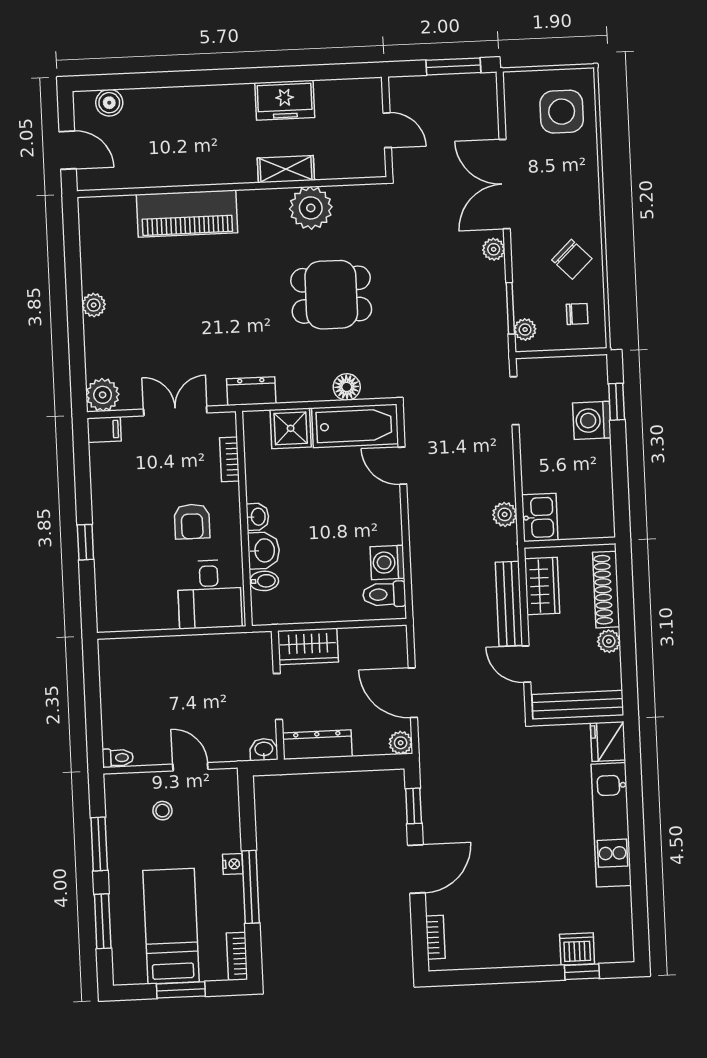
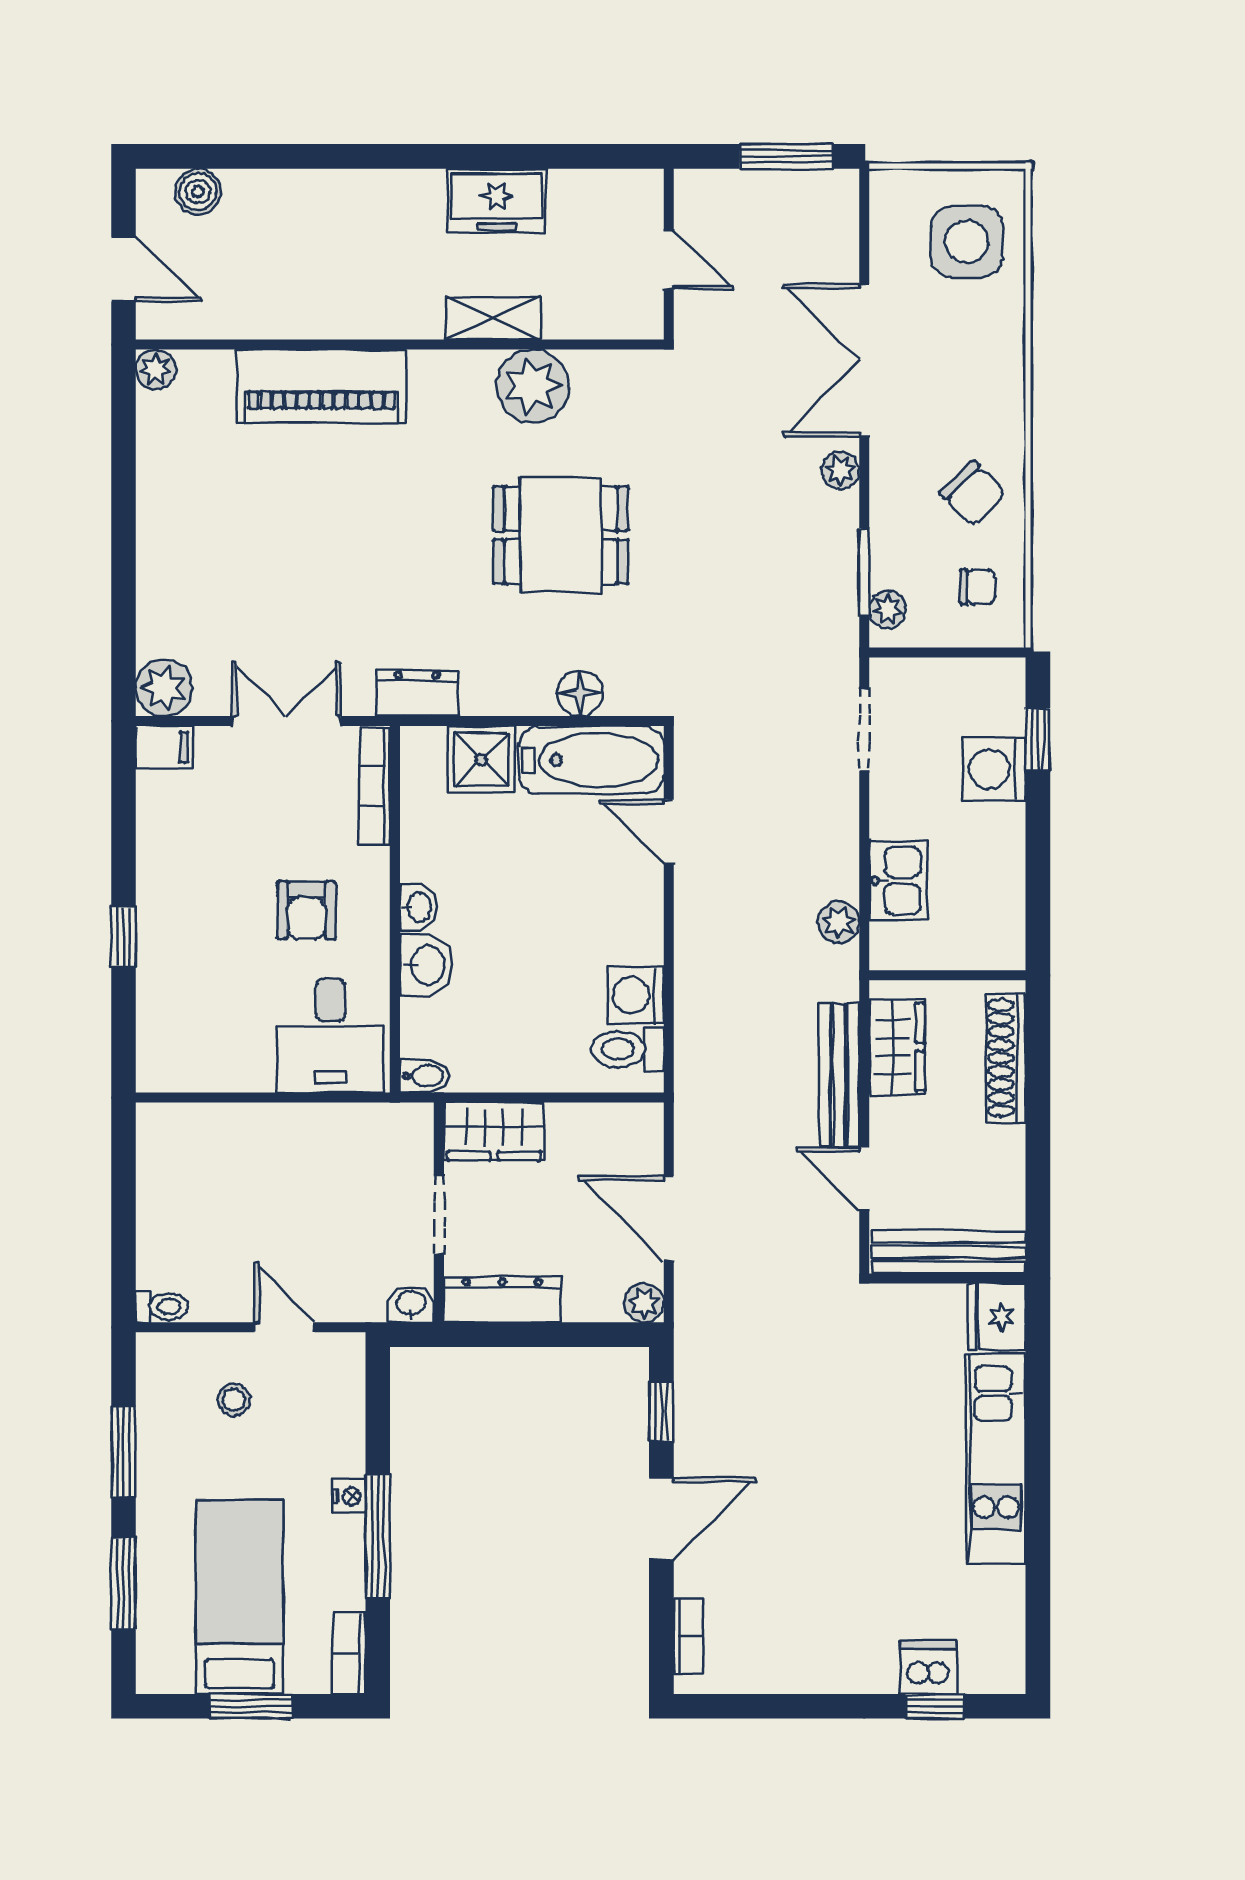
plant: (94, 305) -> (156, 370), moved
bookcase: (229, 459) -> (375, 786), width x1.56
kitchen sink: (540, 517) -> (898, 881), moved
bidet: (264, 581) -> (424, 1076), moved
plant: (609, 641) -> (1006, 1146), removed

